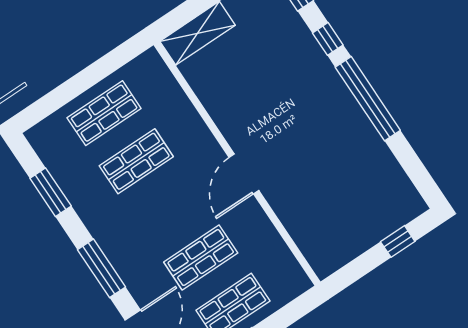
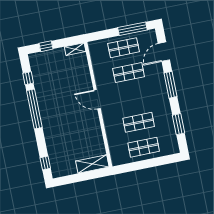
window: (328, 39) -> (28, 78), moved
door: (244, 174) -> (97, 99), swing flipped
shelving: (334, 260) -> (75, 49), added

